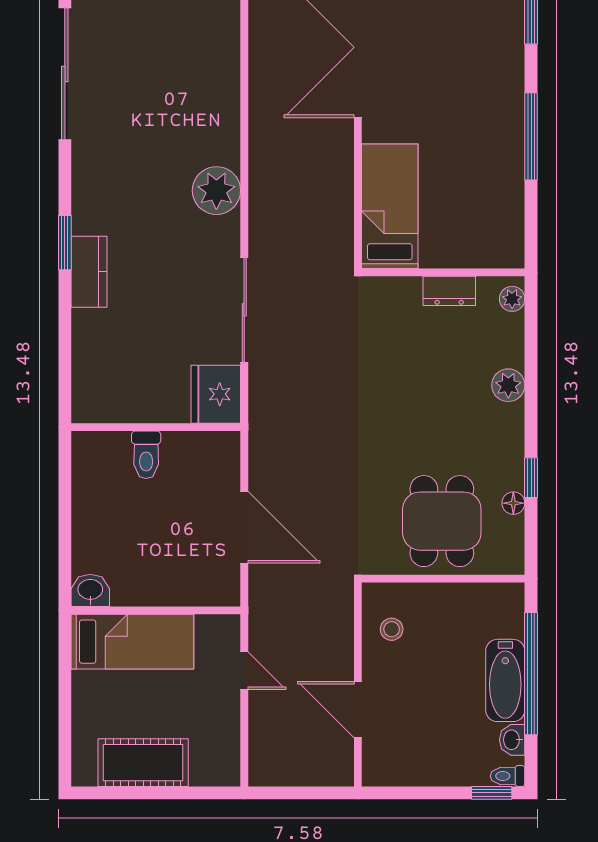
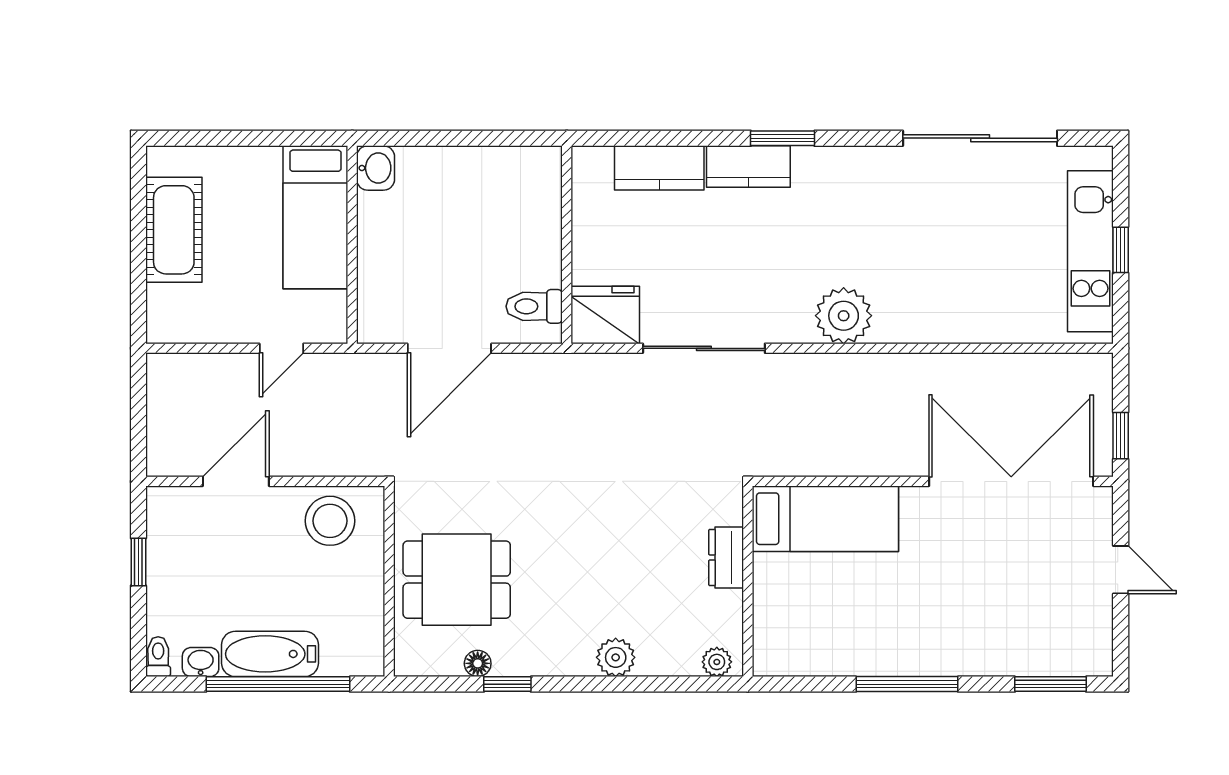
dresser: (449, 291) -> (726, 557), moved
kitchen counter: (90, 348) -> (659, 168), added
toilet: (146, 455) -> (534, 306), moved
stool: (392, 629) -> (330, 521), width x1.89, depth x1.89
window: (492, 793) -> (138, 562), moved

